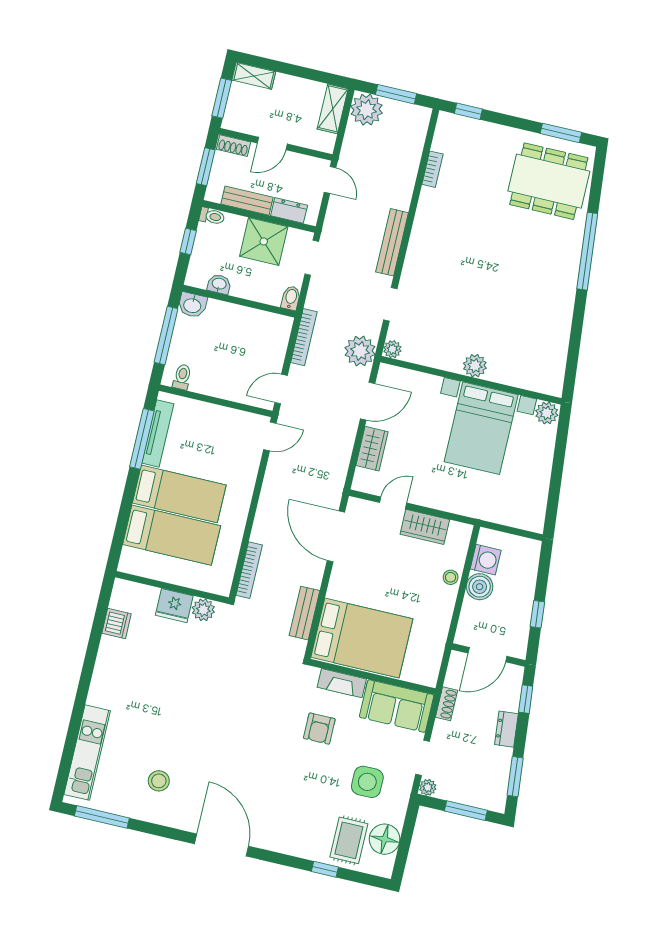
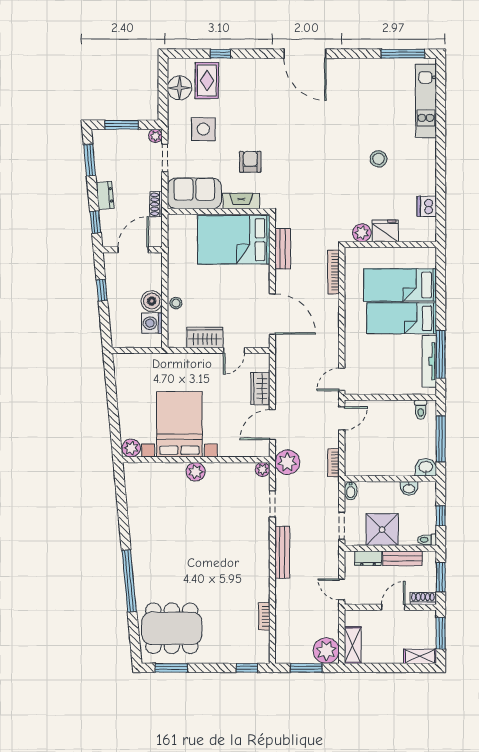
bookcase: (304, 337) -> (333, 463), width x0.64
stool: (159, 781) -> (379, 159), moved

